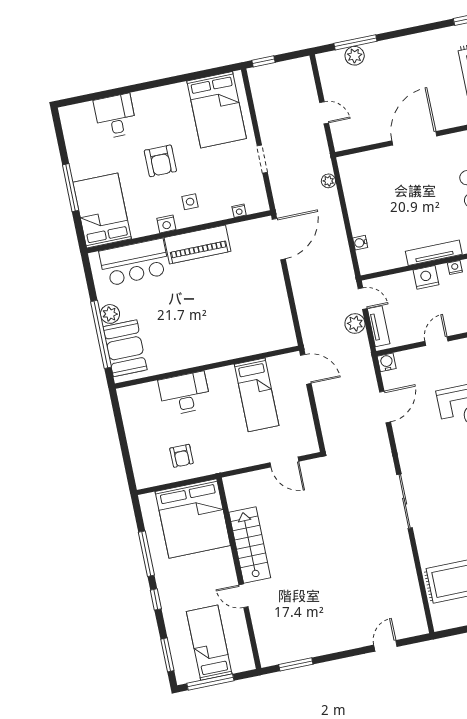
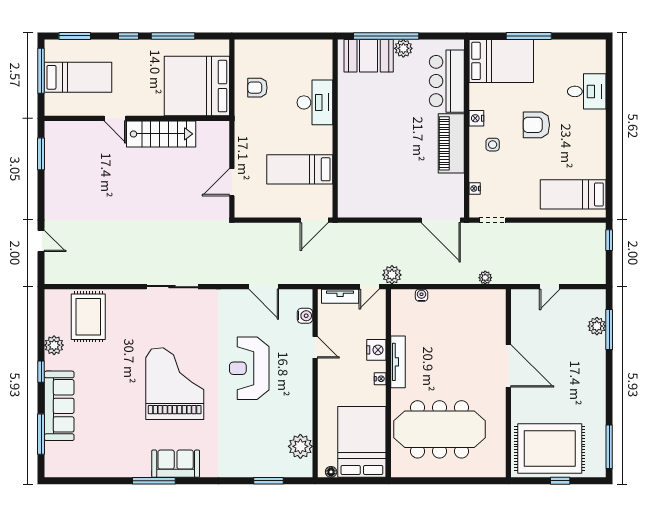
bed: (217, 110) -> (573, 194), width x0.67
doorway: (262, 159) -> (493, 220), moved
plant: (355, 323) -> (392, 275), moved
water cooler: (387, 362) -> (305, 316), moved
door: (244, 596) -> (115, 118), swing flipped

